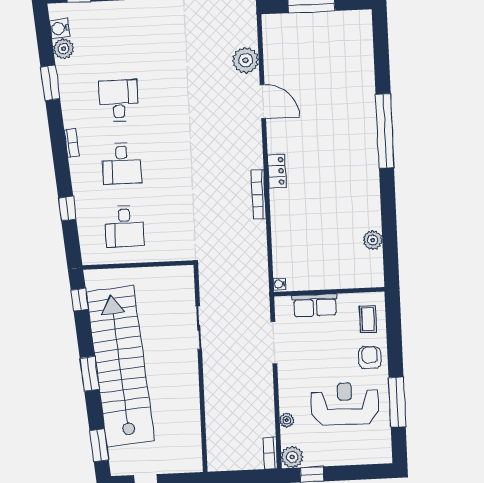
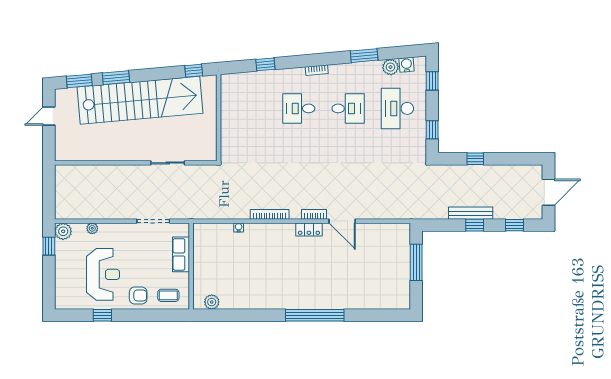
plant: (246, 60) -> (375, 209), removed
door: (263, 102) -> (342, 221), hinge flipped
locker: (277, 171) -> (309, 229), moved
desk: (124, 226) -> (397, 108), moved, width x1.37
plant: (373, 240) -> (212, 302), moved
water cooler: (279, 284) -> (239, 228), moved
window: (90, 374) -> (116, 78), moved
window: (397, 402) -> (102, 315), width x0.46
bookcase: (270, 453) -> (314, 214), moved

